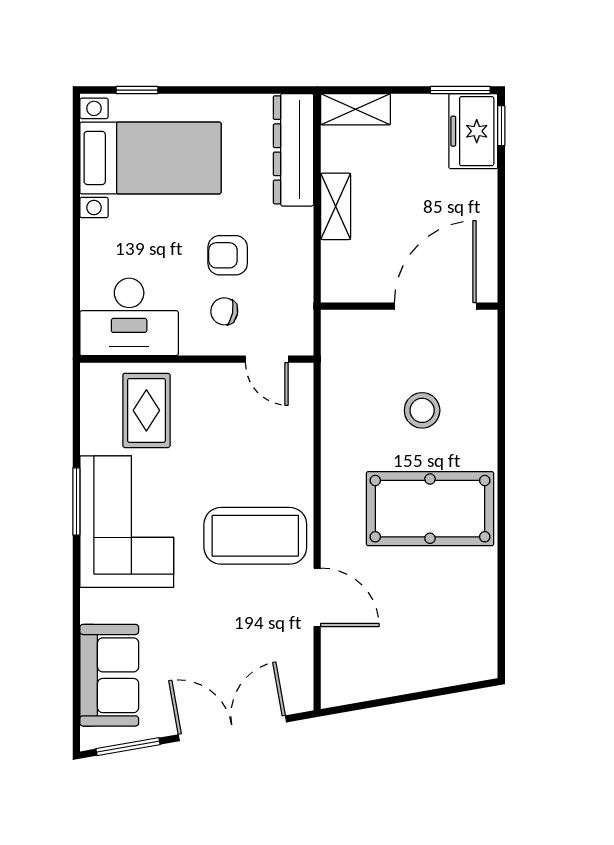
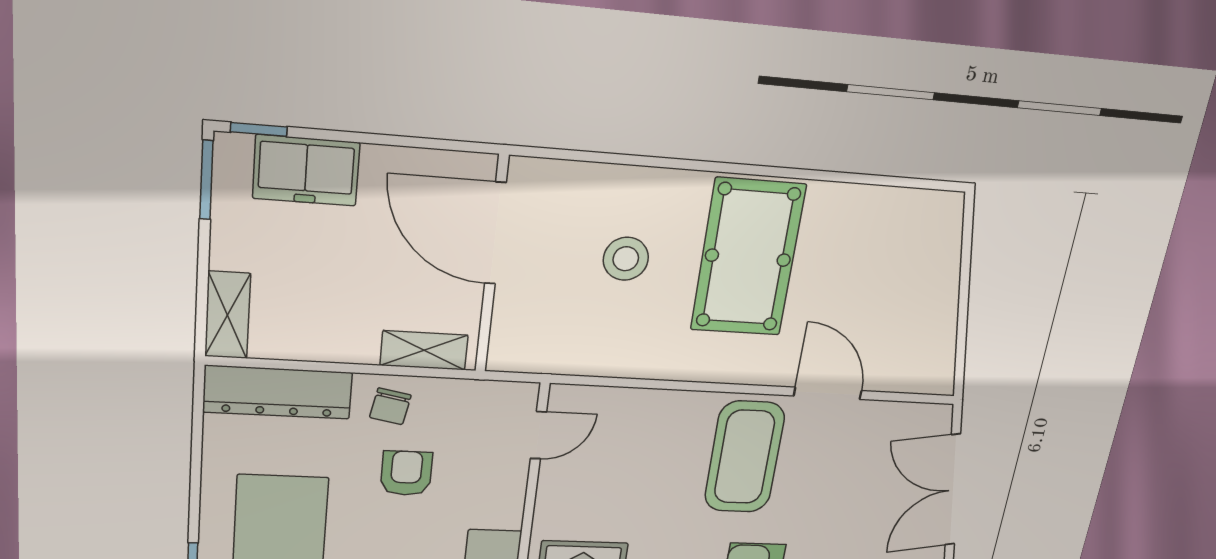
freezer: (473, 131) -> (306, 170), moved
shelving: (336, 206) -> (424, 350), moved
armchair: (228, 255) -> (406, 473), turned 180
chair: (224, 311) -> (390, 406), moved
door: (317, 597) -> (828, 393), hinge flipped

